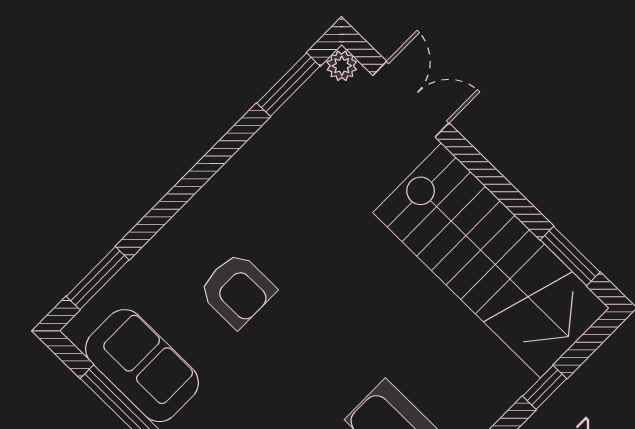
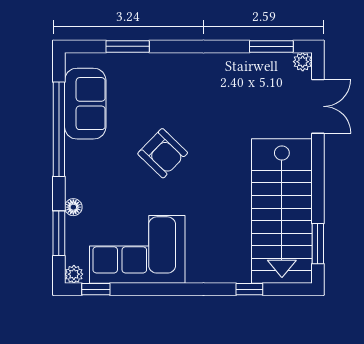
window: (98, 278) -> (128, 46), moved
armchair: (237, 290) -> (163, 153), moved, turned -46

